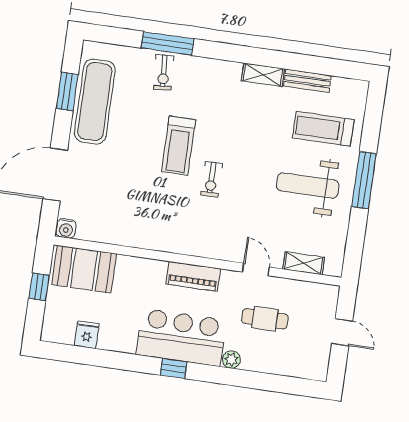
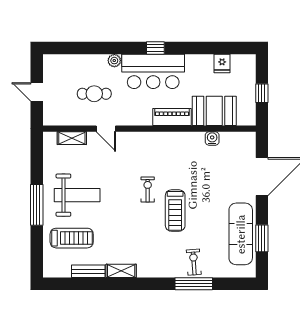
treadmill: (179, 146) -> (175, 211), turned 180
water cooler: (66, 229) -> (212, 138), moved
booth: (84, 269) -> (214, 111), moved
piano: (193, 276) -> (172, 117), moved

